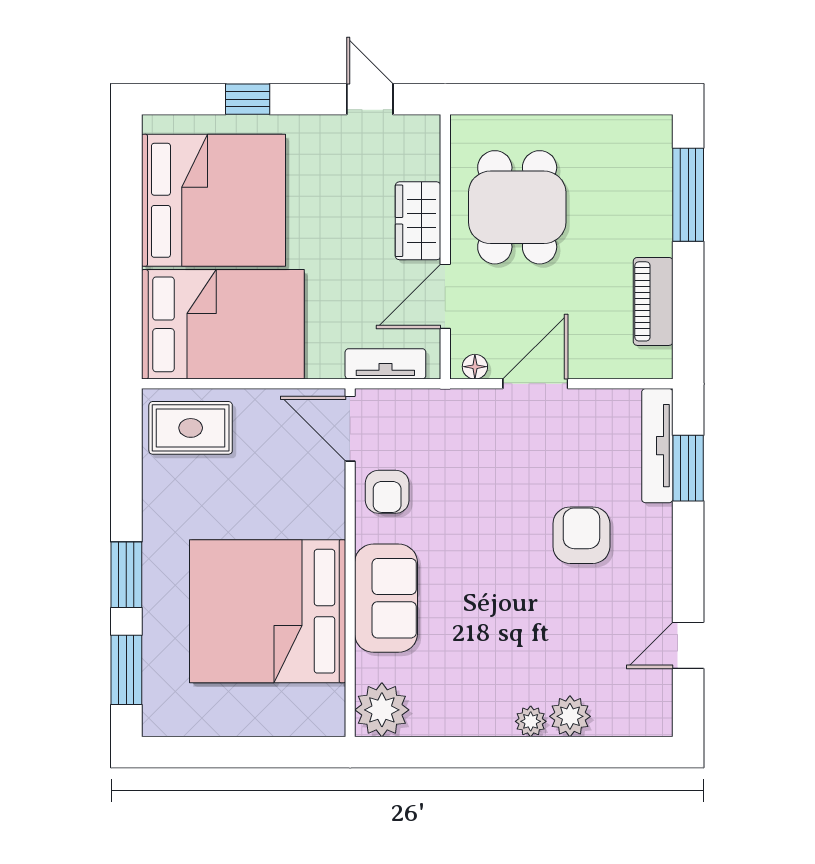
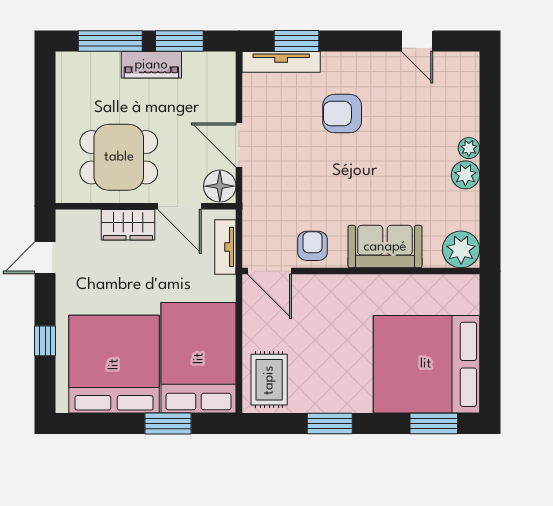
window: (126, 280) -> (168, 423), added
window: (688, 296) -> (179, 41), added
piano: (653, 301) -> (151, 65), moved
floor lamp: (475, 367) -> (220, 186), width x1.89, depth x1.89
door: (350, 429) -> (269, 271), hinge flipped
armchair: (387, 492) -> (313, 246), turned -90
window: (126, 575) -> (330, 423), moved
bed: (268, 611) -> (426, 364), moved, turned 90
plant: (570, 716) -> (465, 175), moved

